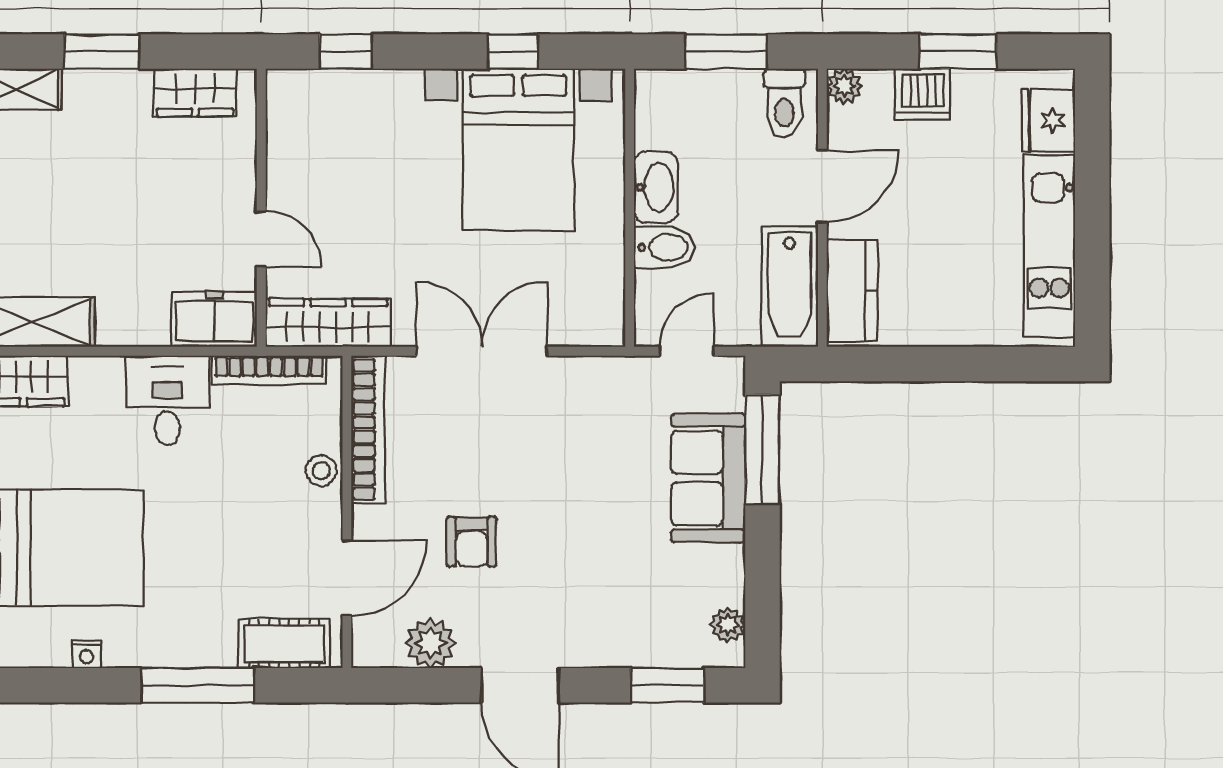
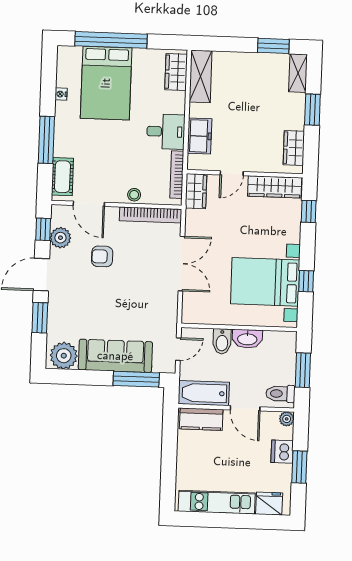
wardrobe: (290, 135) -> (275, 187), added
freezer: (214, 319) -> (200, 136), moved
wardrobe: (328, 323) -> (196, 191), width x0.67
door: (687, 351) -> (178, 349), hinge flipped
sofa: (708, 478) -> (115, 356), width x1.36
plant: (728, 625) -> (64, 356), width x1.87, depth x1.87
window: (412, 685) -> (43, 229), added
window: (667, 685) -> (40, 318), moved

